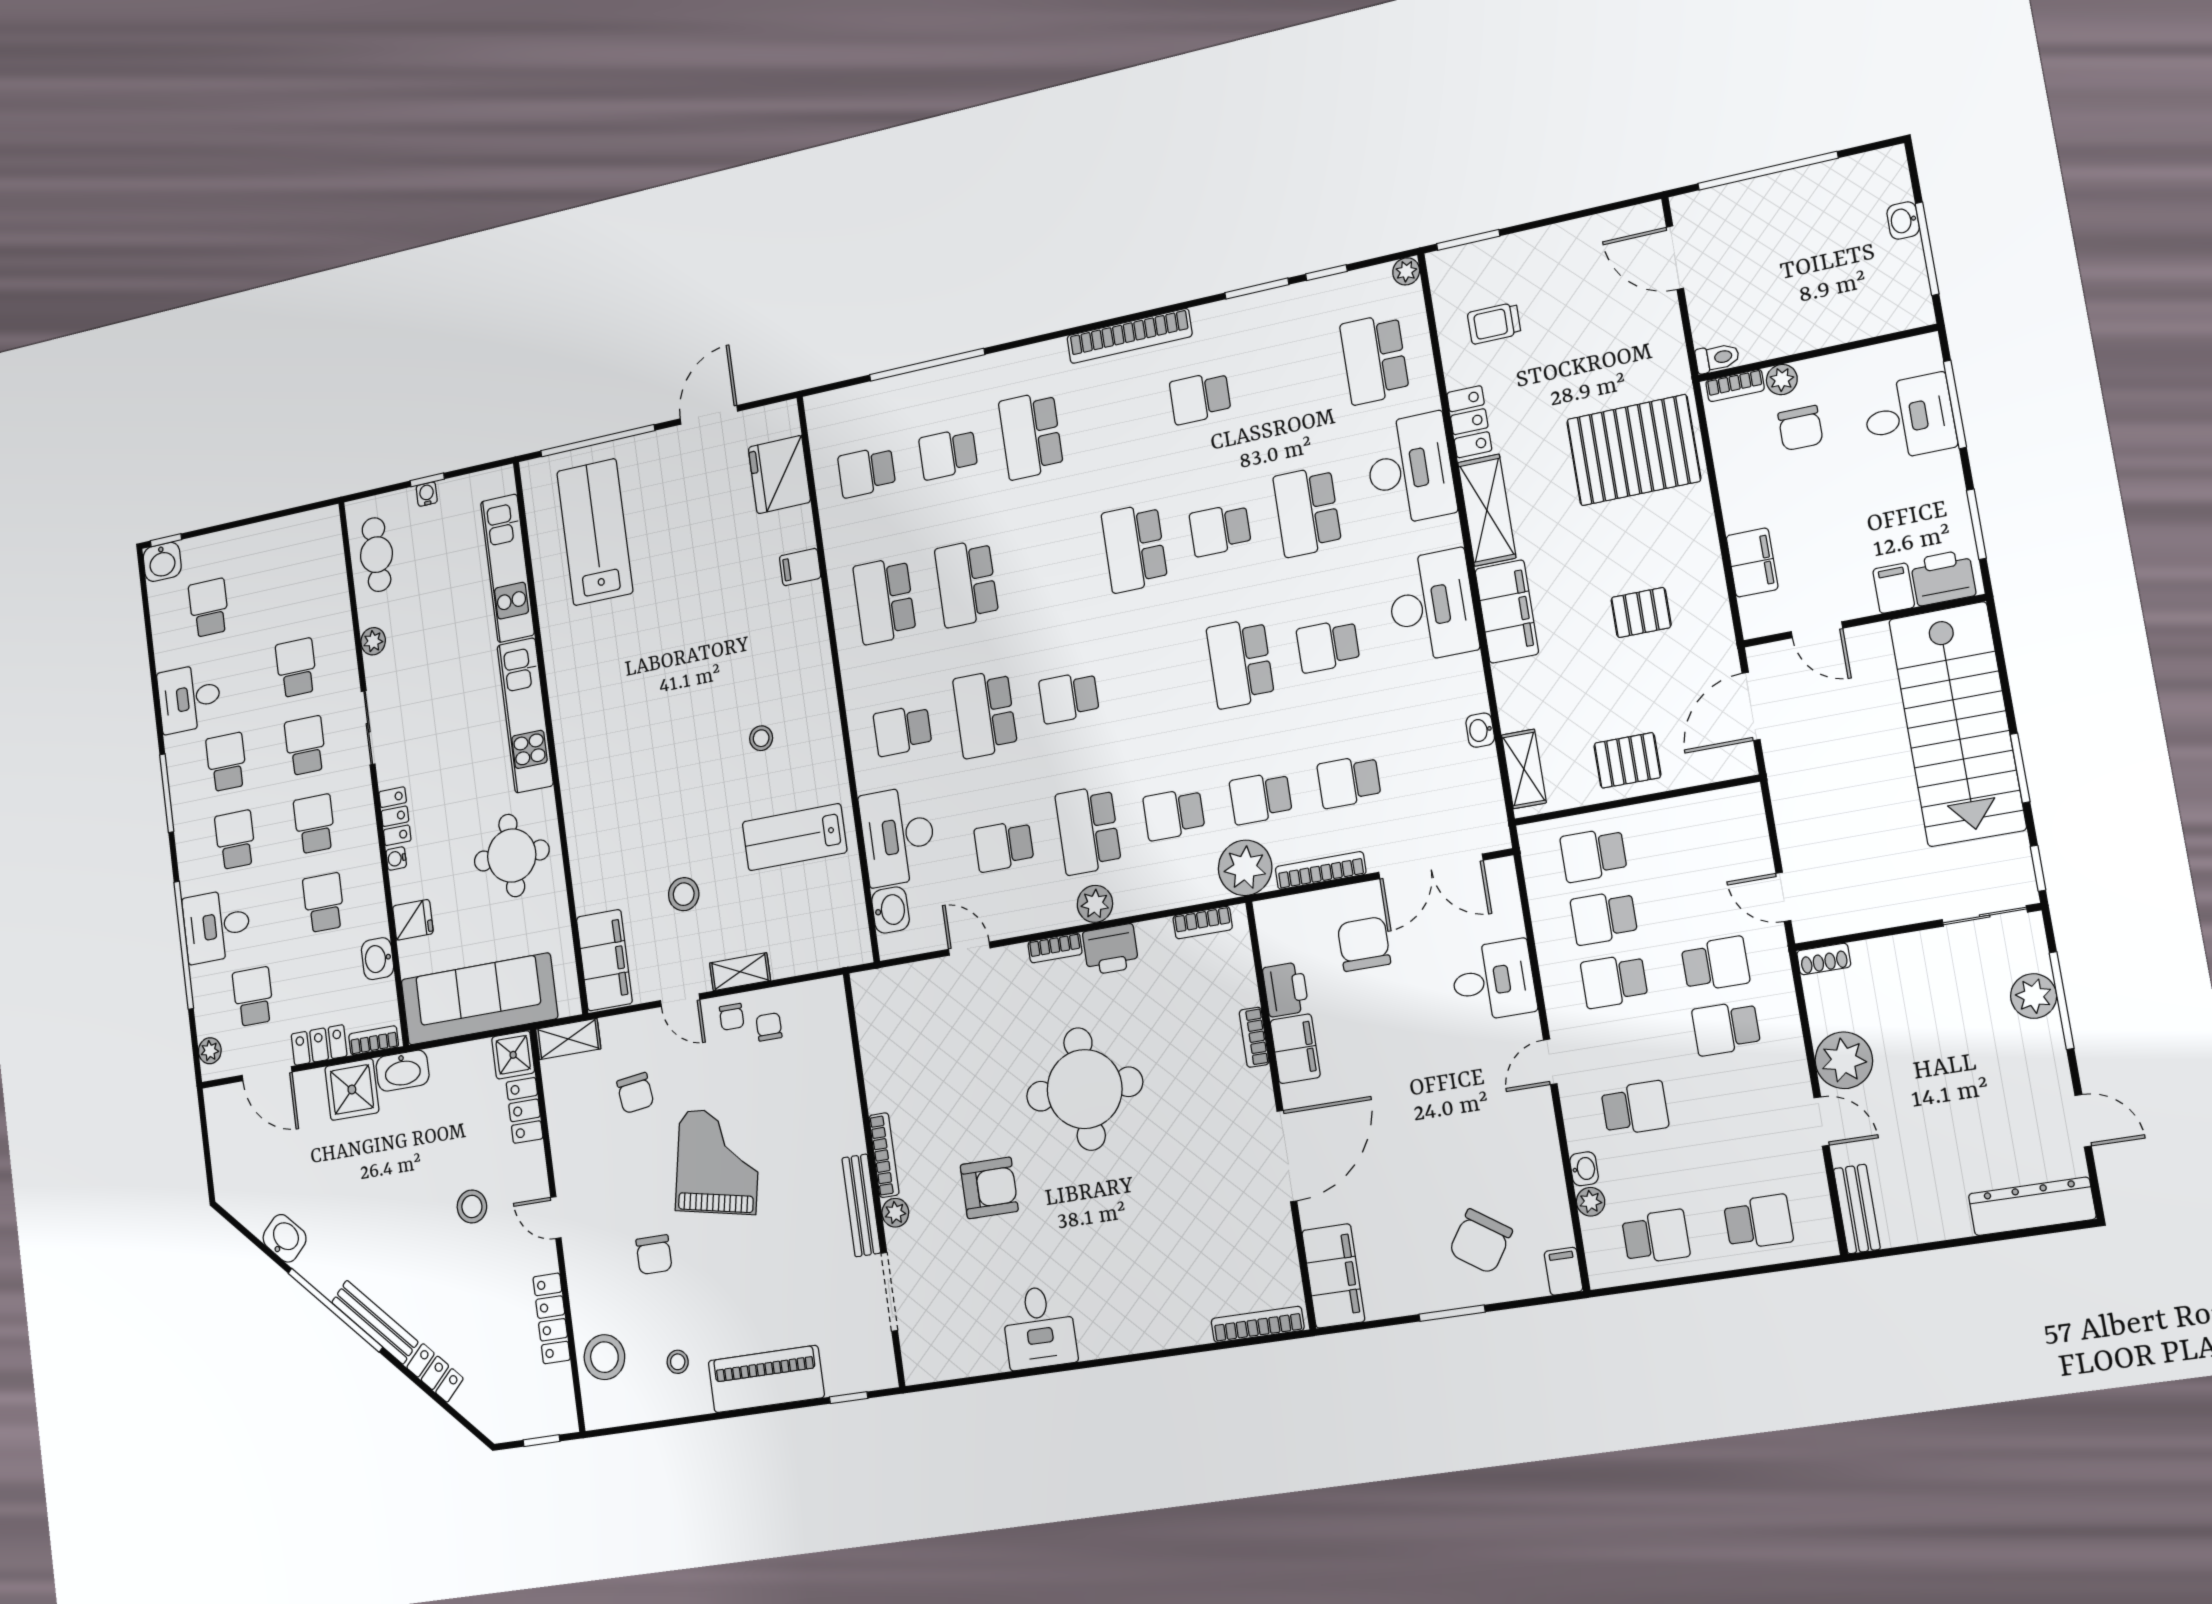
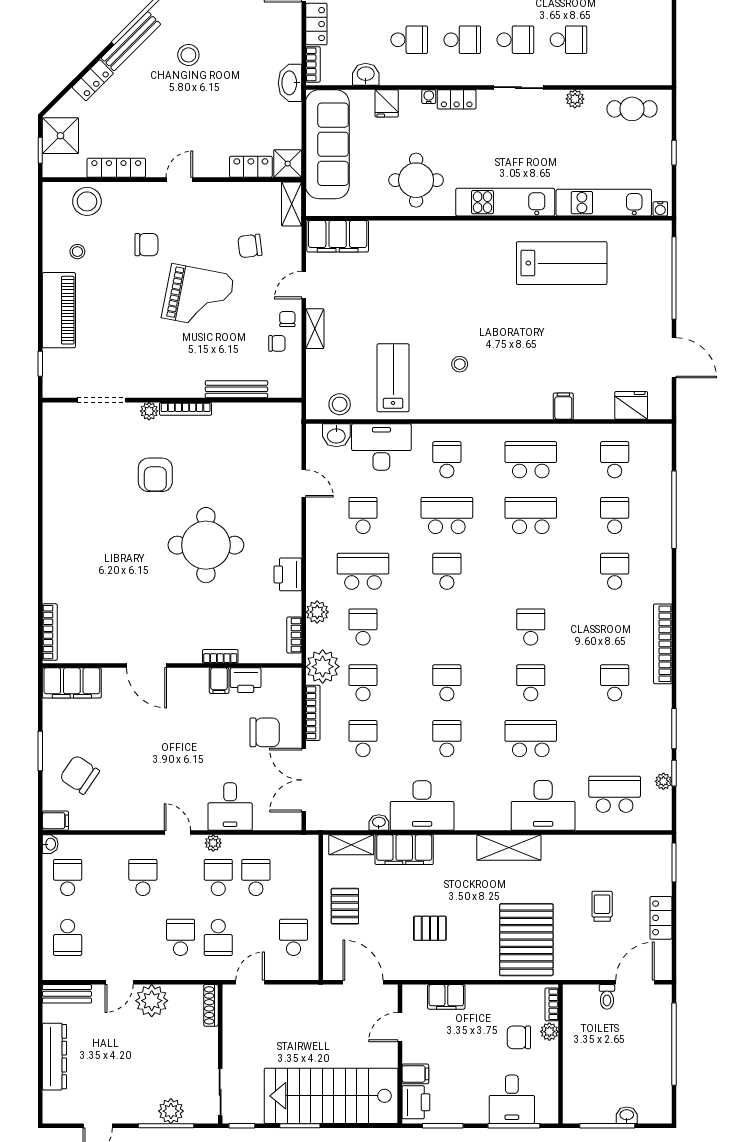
plant: (1406, 271) -> (663, 781), moved
trolley: (1494, 323) -> (602, 906), moved
toilet: (1717, 358) -> (607, 997), moved
locker: (1469, 422) -> (661, 918), moved, turned 90
school desk: (1031, 435) -> (615, 571), width x0.54
fridge: (779, 475) -> (631, 405), width x0.73, depth x0.75
water cooler: (427, 494) -> (660, 209), moved, turned 90
lab bench: (595, 532) -> (562, 263), moved
school desk: (1134, 548) -> (531, 627), width x0.54
desk: (1432, 606) -> (422, 805), moved
filing cabinet: (1507, 611) -> (404, 850), moved
pallet: (1641, 612) -> (430, 928), turned 90
school desk: (1240, 663) -> (447, 683), width x0.54
school desk: (1594, 855) -> (294, 937), moved
stool: (684, 894) -> (340, 404), moved
plant: (1095, 904) -> (317, 612), moved
bookcase: (1055, 948) -> (295, 539), removed
door: (969, 949) -> (304, 484), hinge flipped
shoe rack: (1824, 959) -> (211, 1005), width x1.43
chair: (732, 1017) -> (287, 319), turned 90
filing cabinet: (1295, 1049) -> (219, 681), width x0.50
shower: (352, 1089) -> (60, 136), moved
school desk: (1635, 1108) -> (143, 877), turned 180
door: (1287, 1156) -> (147, 666), width x0.73
washbasin: (1584, 1169) -> (50, 844), moved, turned -90
plant: (1591, 1202) -> (213, 843), moved
bench: (861, 1205) -> (236, 389), moved
dresser: (2032, 1206) -> (54, 1057), moved
stool: (472, 1207) -> (188, 55), moved
school desk: (1656, 1237) -> (68, 877), turned 180
chair: (654, 1255) -> (146, 245), turned 180
desk: (1039, 1327) -> (67, 494), removed

